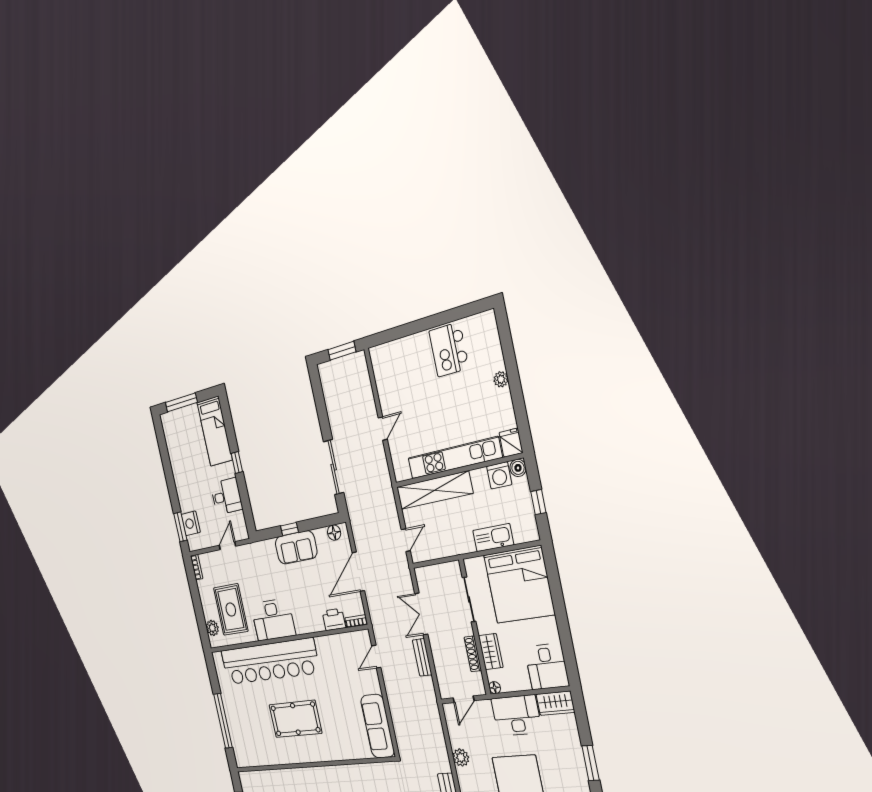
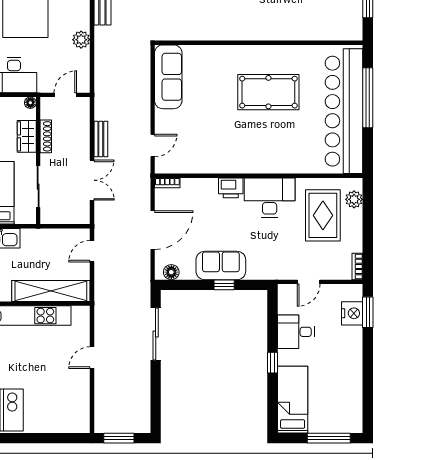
printer: (334, 620) -> (231, 188), moved
bar counter: (269, 662) -> (344, 111), moved, turned -90

